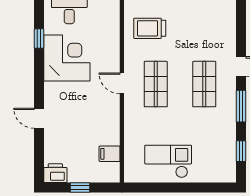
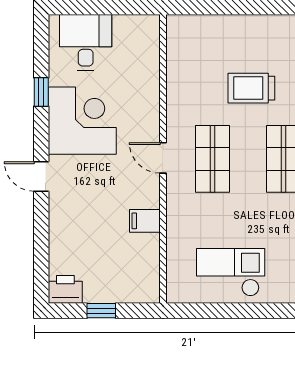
trolley: (150, 28) -> (251, 88), moved
door: (39, 118) -> (41, 177), moved
filing cabinet: (110, 154) -> (145, 221), moved

